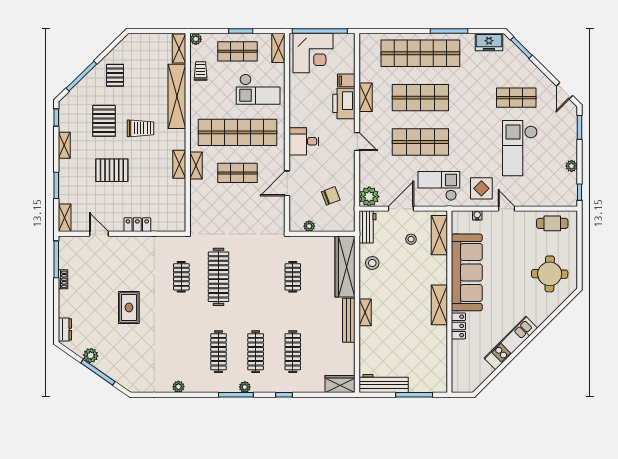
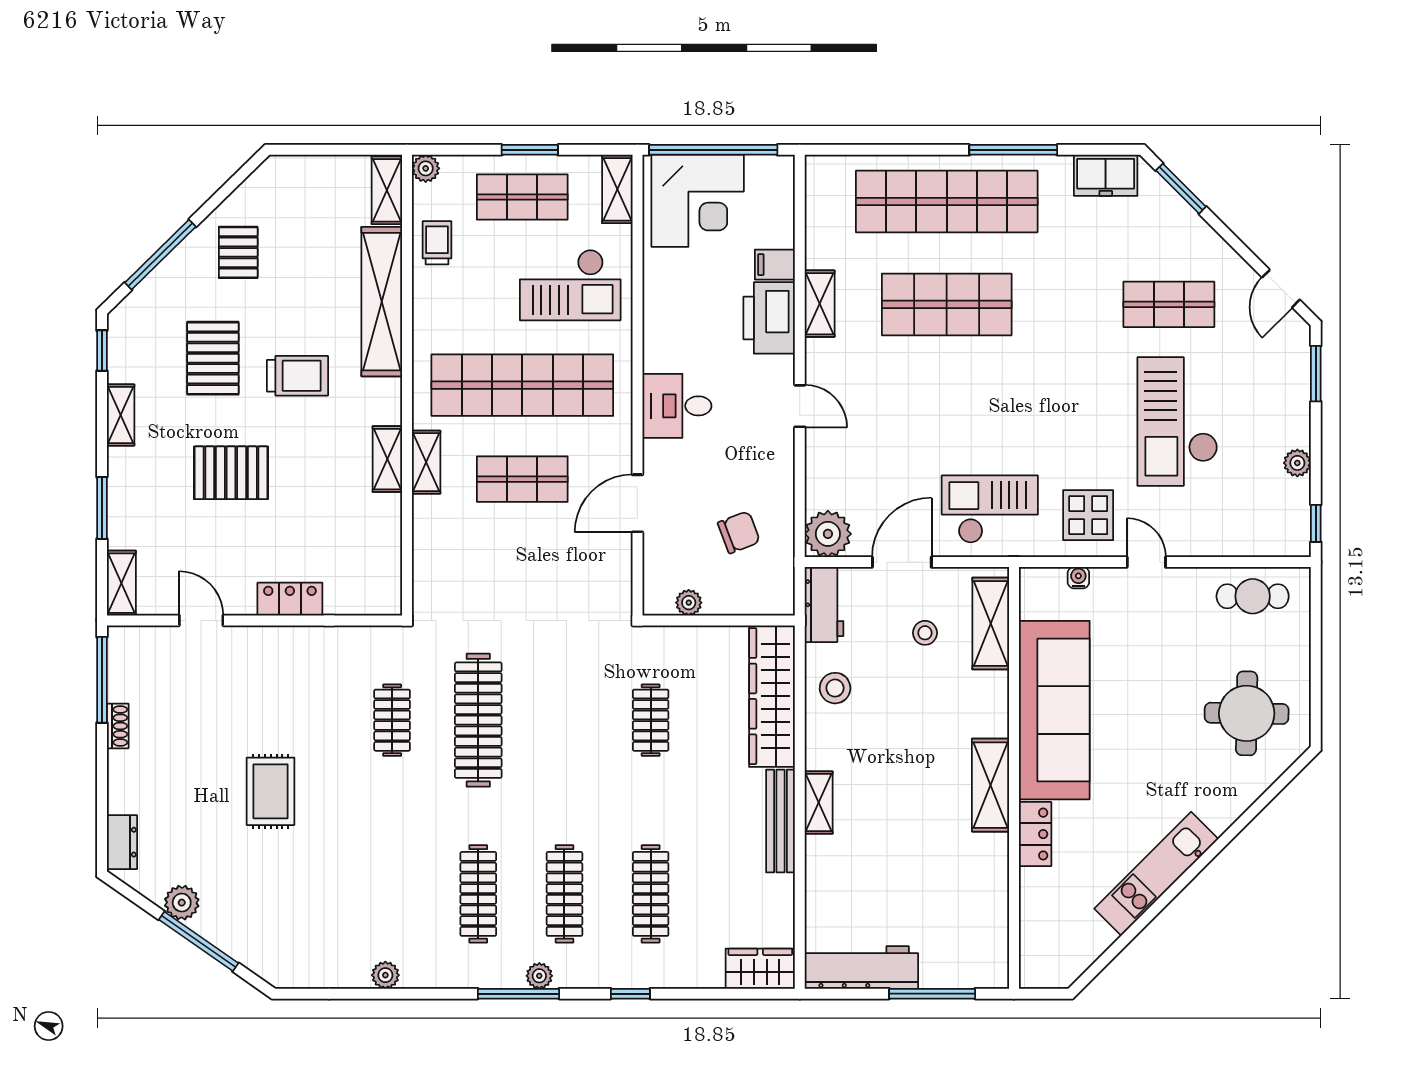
shop shelf: (420, 142) -> (947, 407), removed

